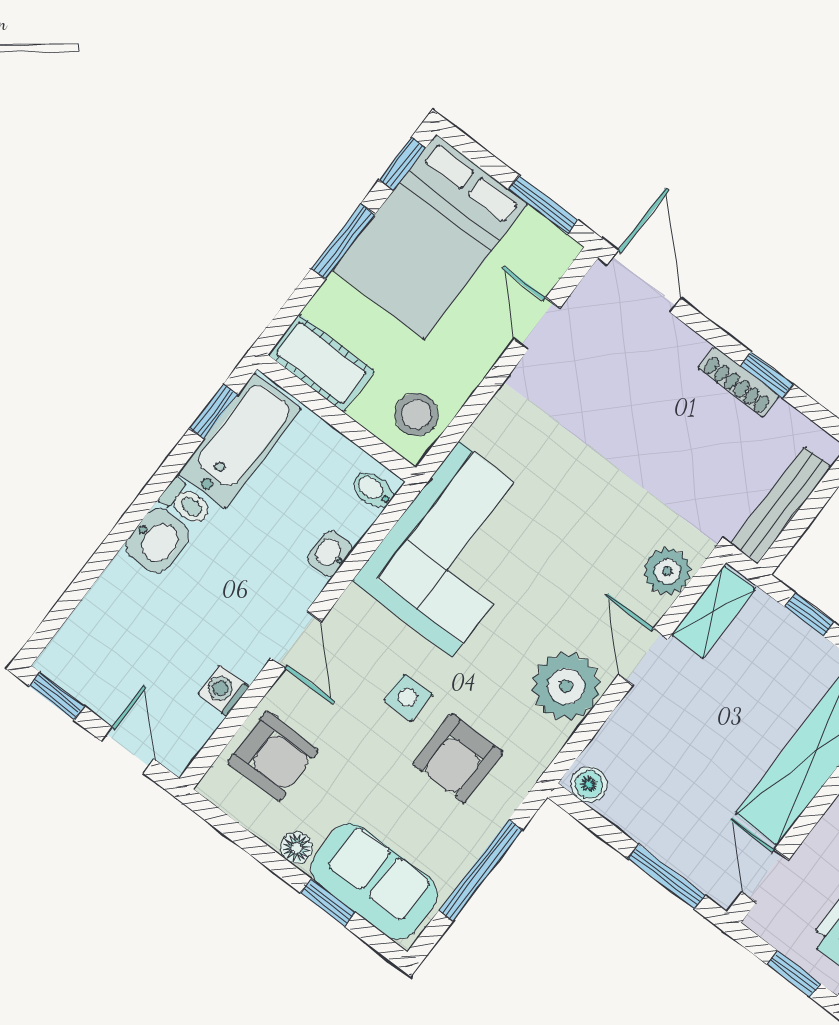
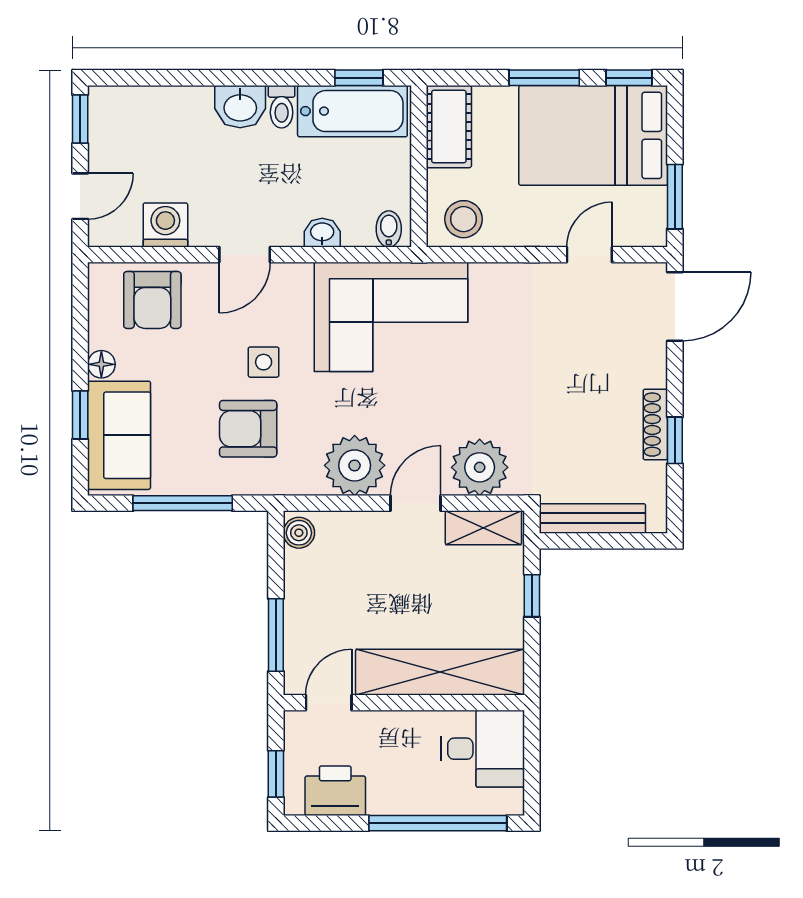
plant: (667, 571) -> (480, 467), width x1.36, depth x1.36
washing machine: (223, 690) -> (165, 225), width x1.38, depth x1.38

